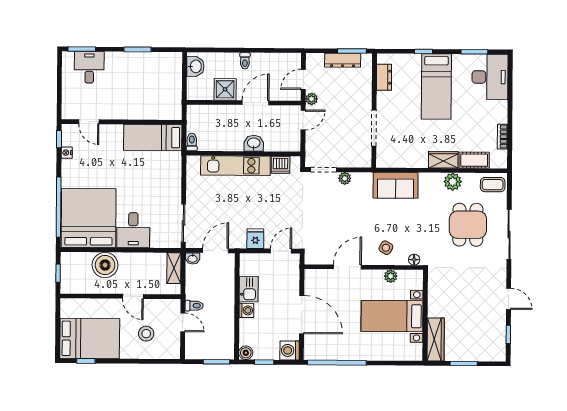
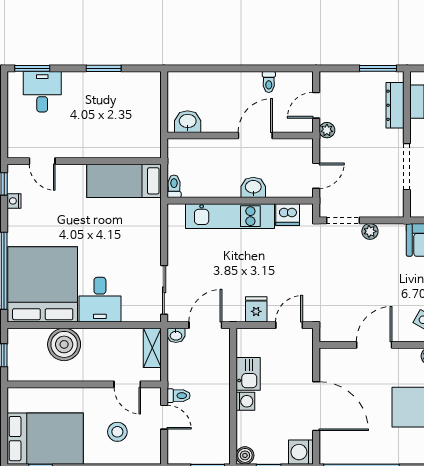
dresser: (343, 60) -> (395, 105), moved, turned 90
toilet: (245, 61) -> (269, 82), moved
washbasin: (195, 66) -> (188, 122), moved, turned -90
shower: (225, 89) -> (216, 119), removed
door: (303, 120) -> (316, 176), moved
door: (133, 296) -> (127, 384), moved

